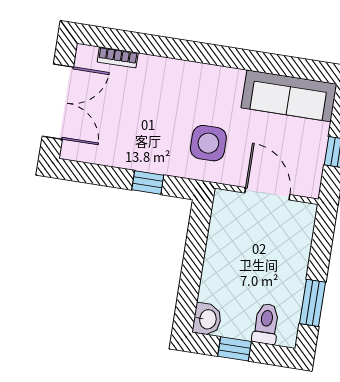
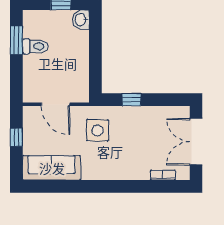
toilet: (266, 324) -> (35, 46), moved, turned -90

